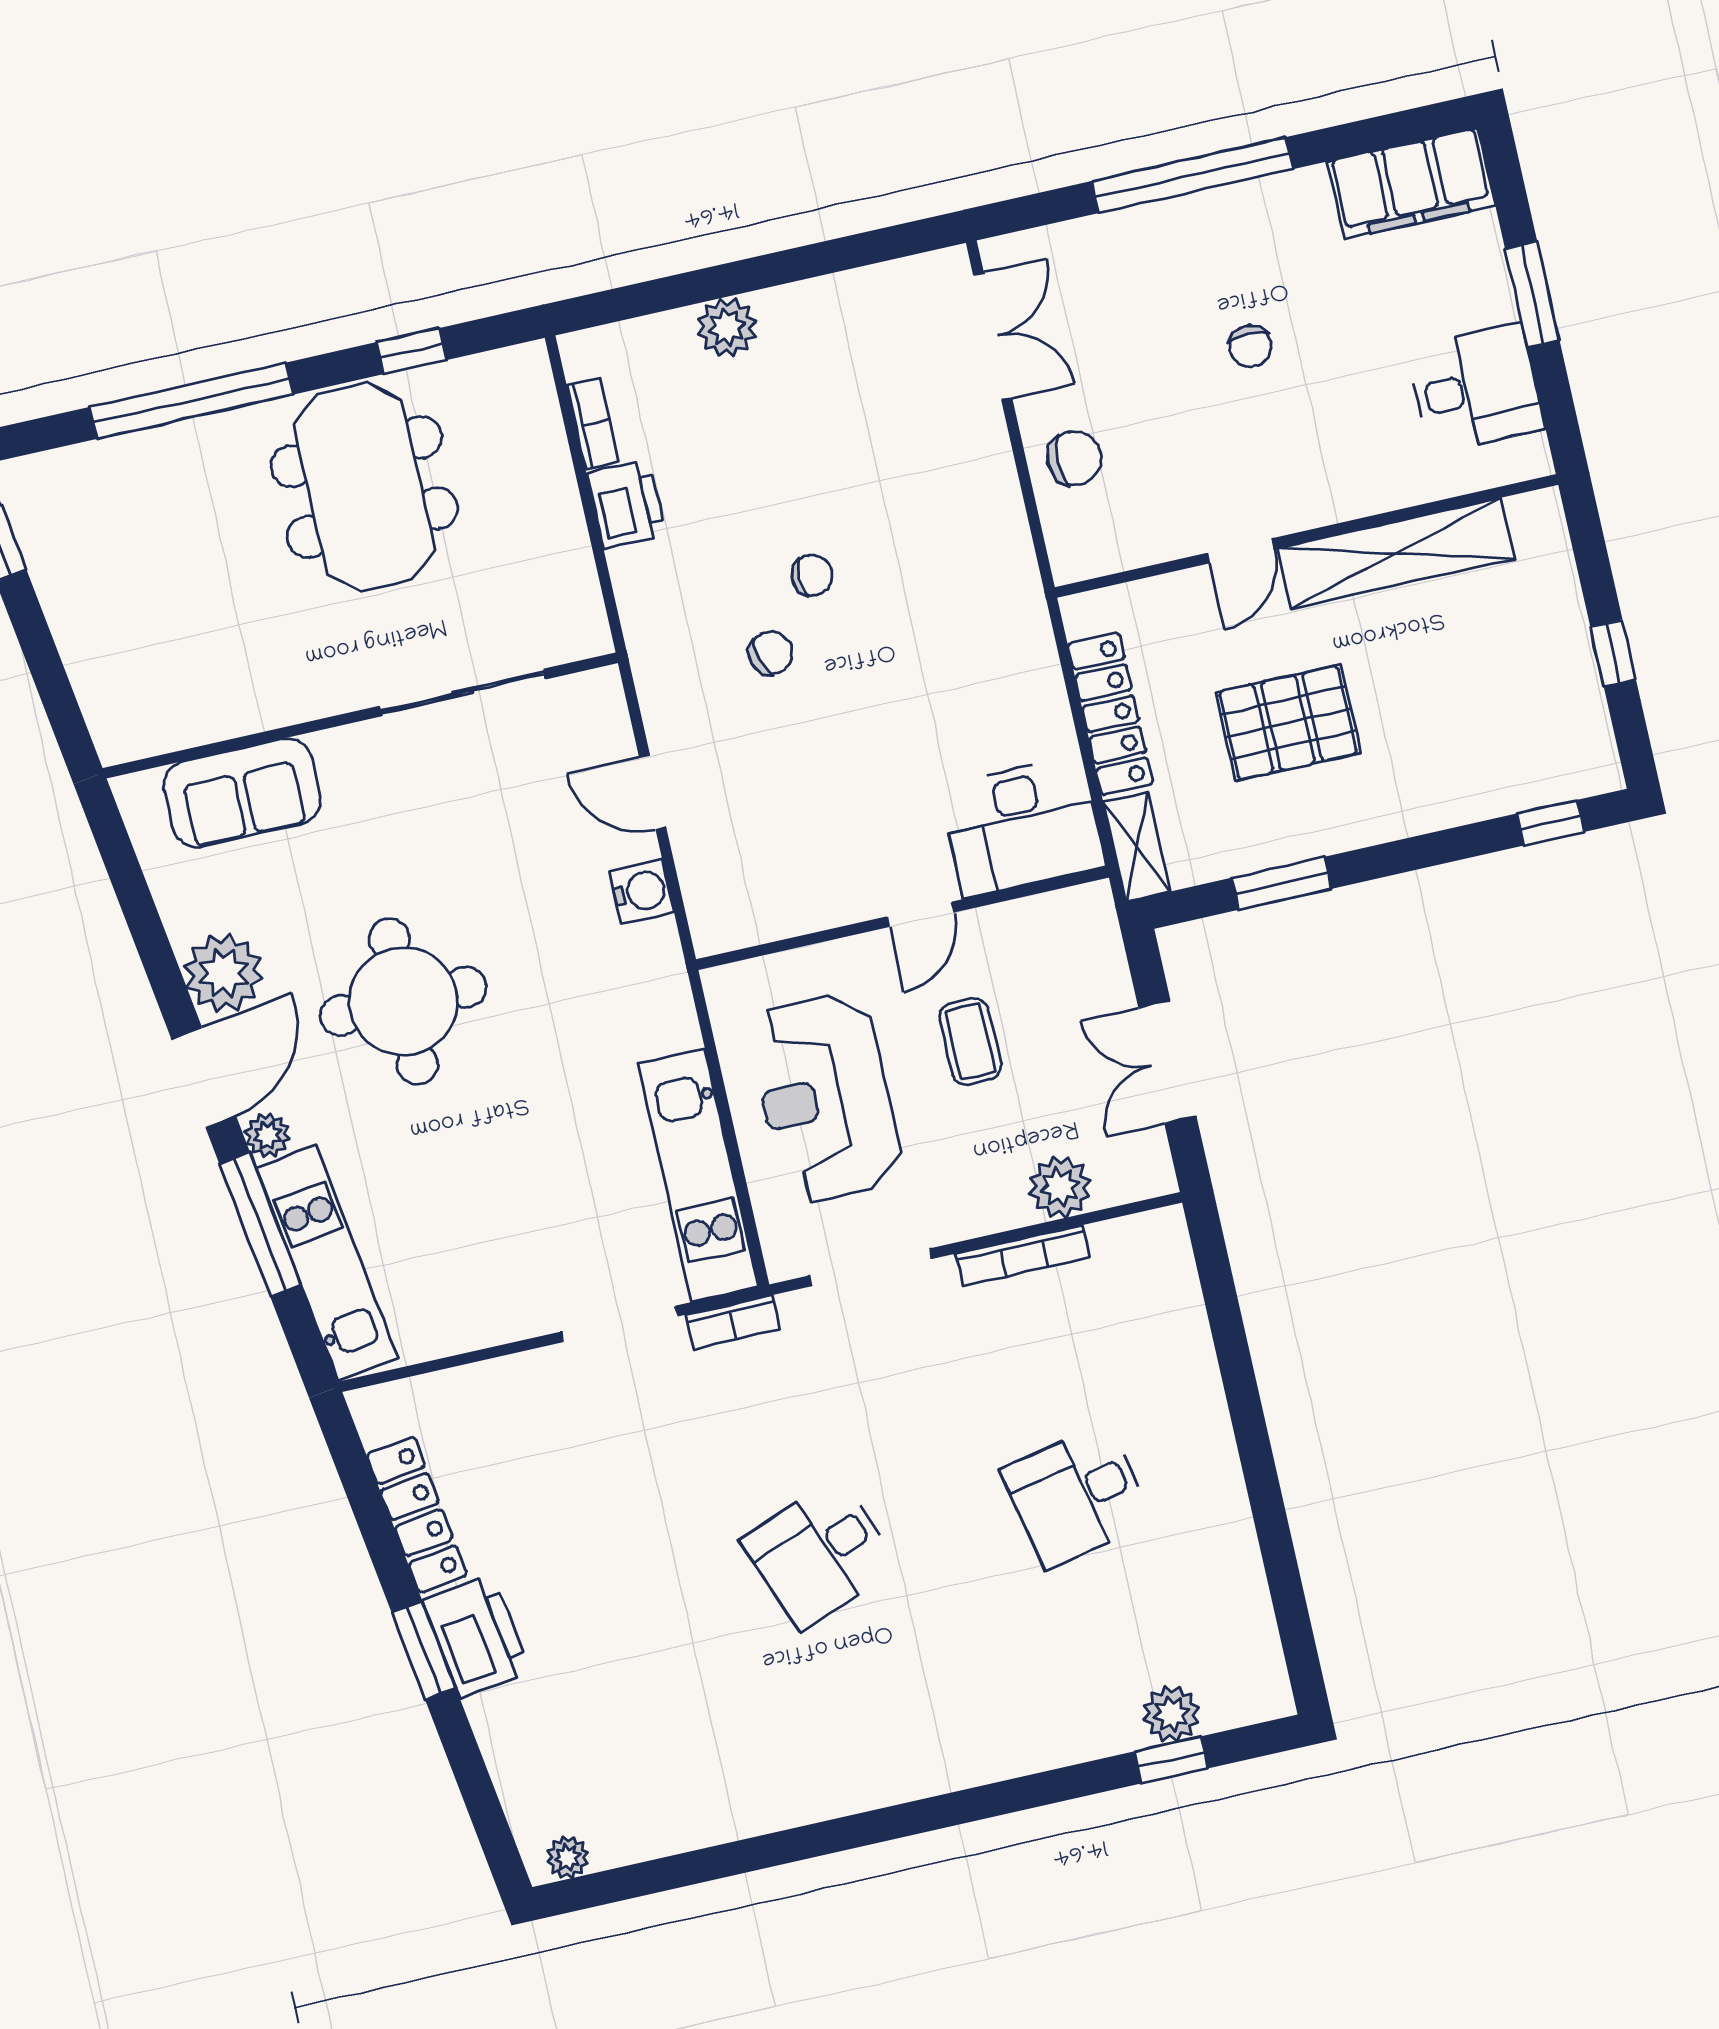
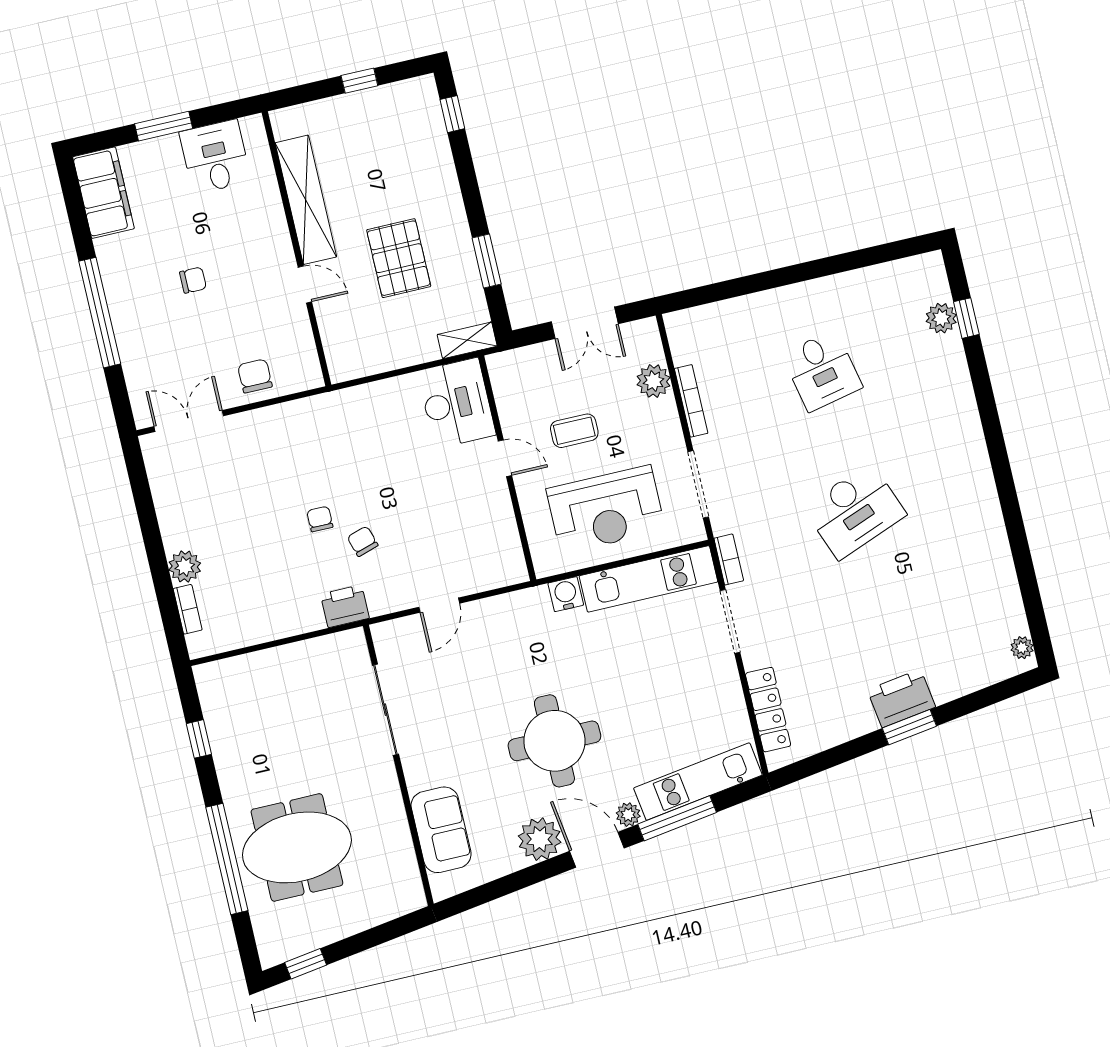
bookcase: (593, 423) -> (188, 609), moved, turned 90
meeting table: (364, 487) -> (297, 847), moved
printer: (626, 504) -> (345, 606), moved
locker: (1110, 714) -> (395, 355), removed
water cooler: (642, 892) -> (566, 594), moved
locker: (417, 1515) -> (768, 710), moved, turned 98
desk: (819, 1553) -> (855, 511), width x1.37

